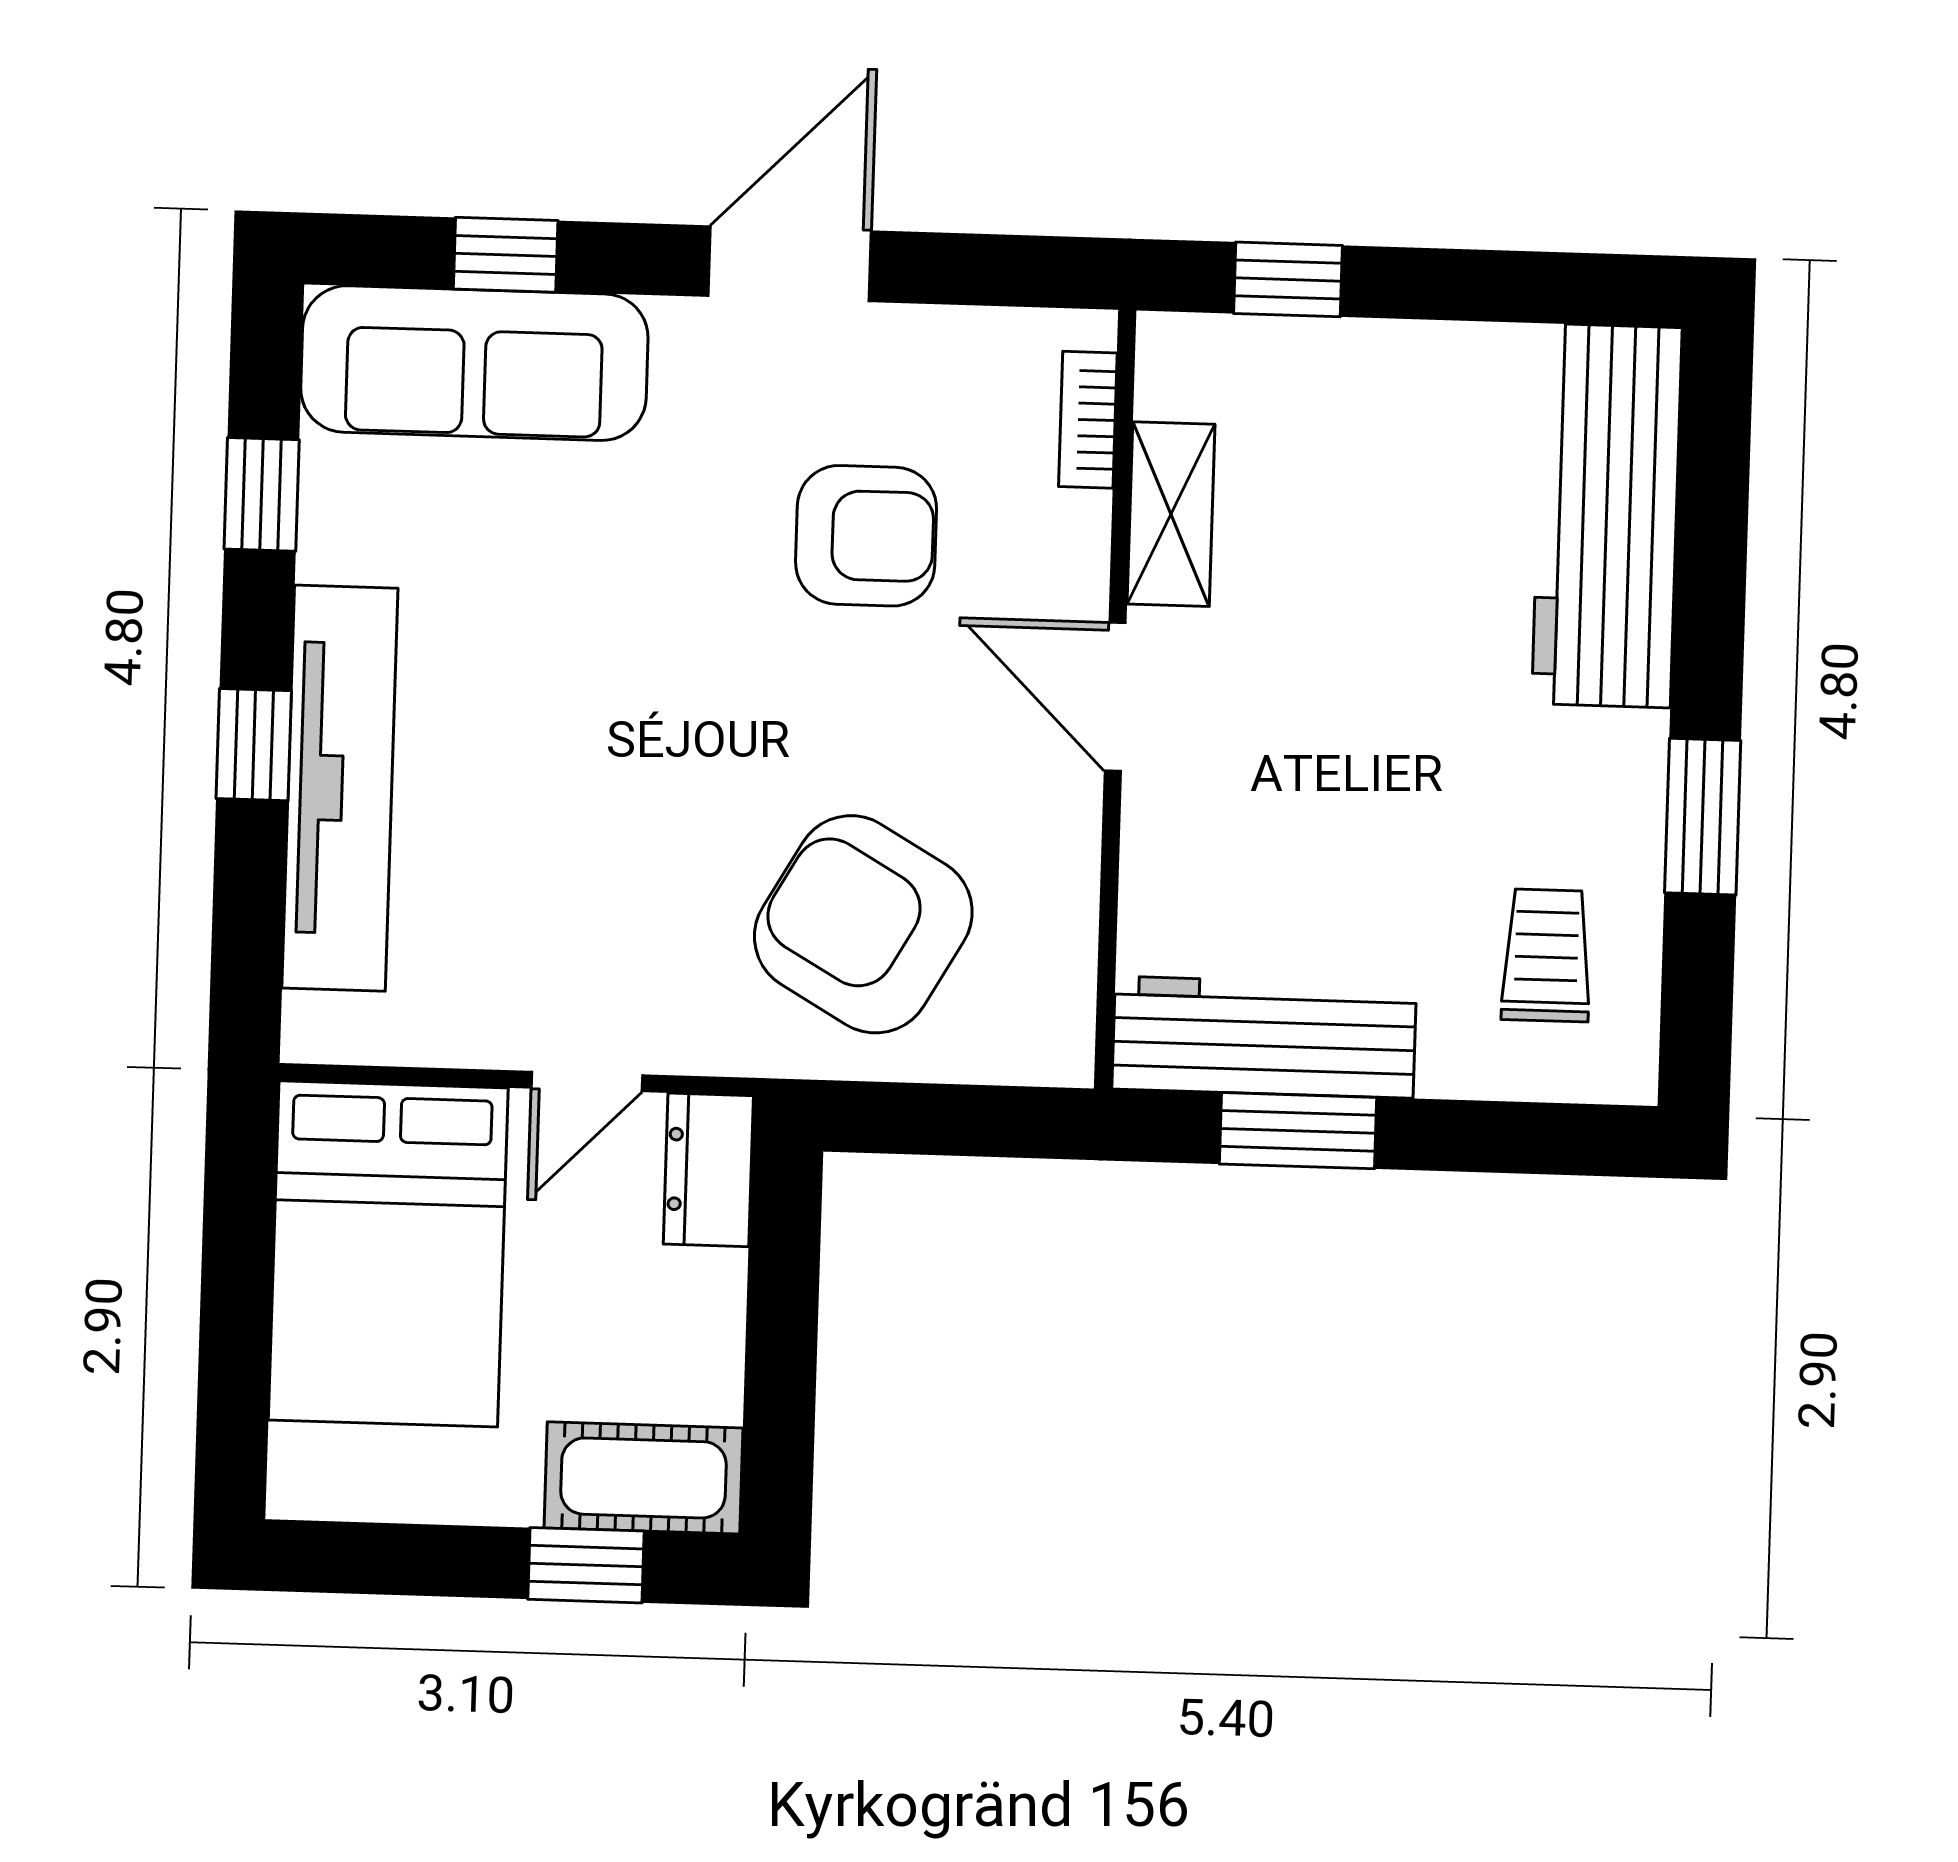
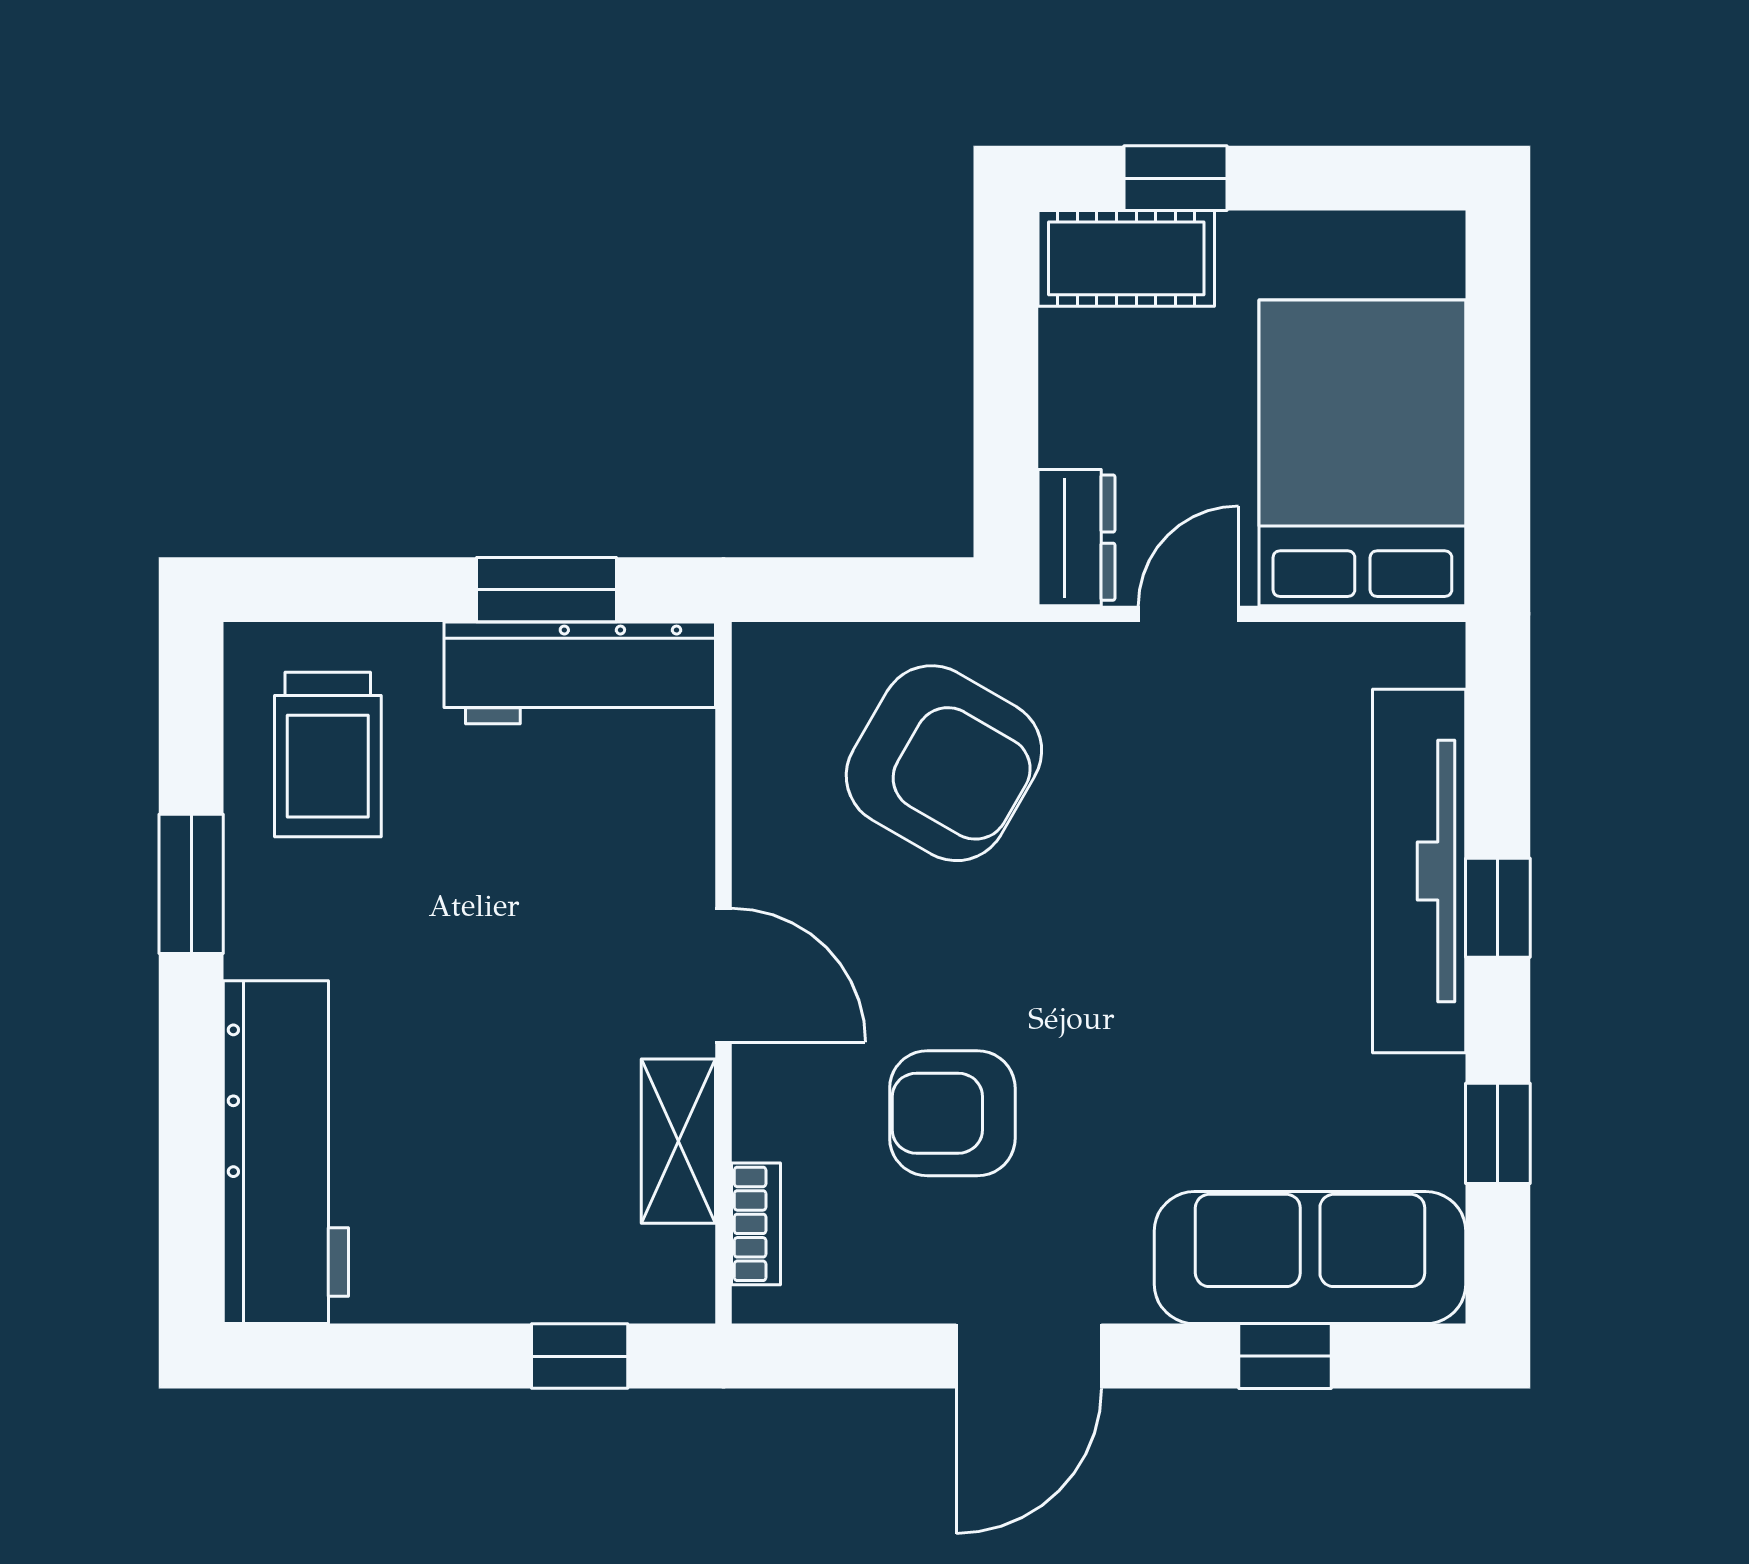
trolley: (1546, 955) -> (328, 755), width x1.36, depth x1.39

